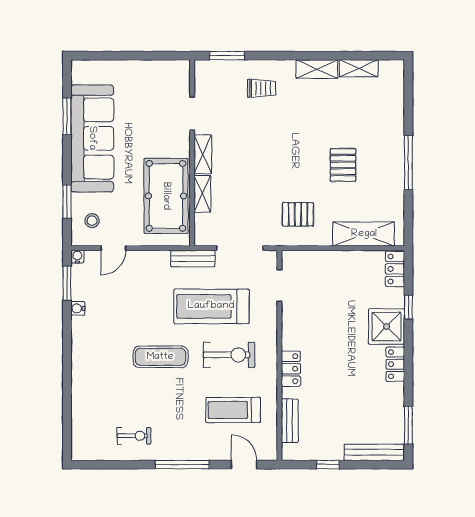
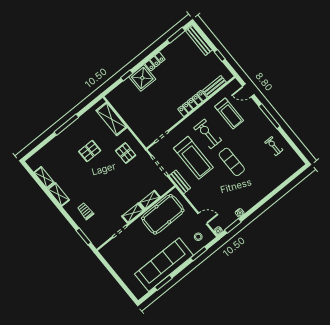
locker: (395, 269) -> (115, 94), removed
locker: (291, 369) -> (192, 103), width x1.53
door: (244, 465) -> (248, 90), hinge flipped

